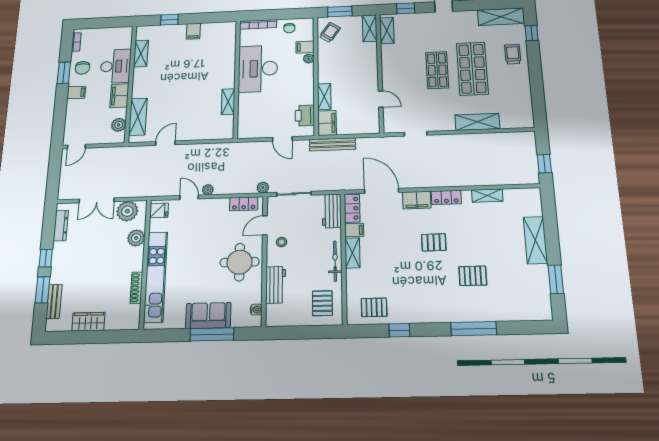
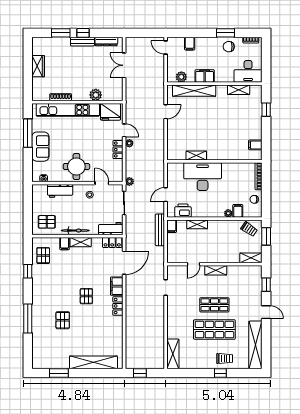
shelving: (501, 17) -> (255, 345), width x1.47
filing cabinet: (193, 31) -> (255, 145), moved
shelving: (387, 31) -> (216, 270), moved
window: (532, 33) -> (220, 373), moved
desk: (115, 66) -> (248, 71), moved
desk: (258, 69) -> (203, 177), moved
filing cabinet: (76, 92) -> (190, 44), moved
shelving: (138, 117) -> (194, 91), width x1.47
shelving: (477, 122) -> (173, 354), moved
filing cabinet: (327, 123) -> (172, 226), width x0.50
door: (165, 143) -> (166, 112), hinge flipped
shelving: (487, 195) -> (118, 333), removed
door: (189, 197) -> (124, 130), hinge flipped
locker: (244, 204) -> (118, 150), moved
fridge: (159, 210) -> (110, 112), width x1.88, depth x1.34
plant: (127, 211) -> (115, 88), removed
filing cabinet: (354, 230) -> (65, 244), moved
shelving: (535, 240) -> (93, 362), width x1.47
bench: (54, 301) -> (82, 42), moved
window: (212, 334) -> (28, 133), moved

